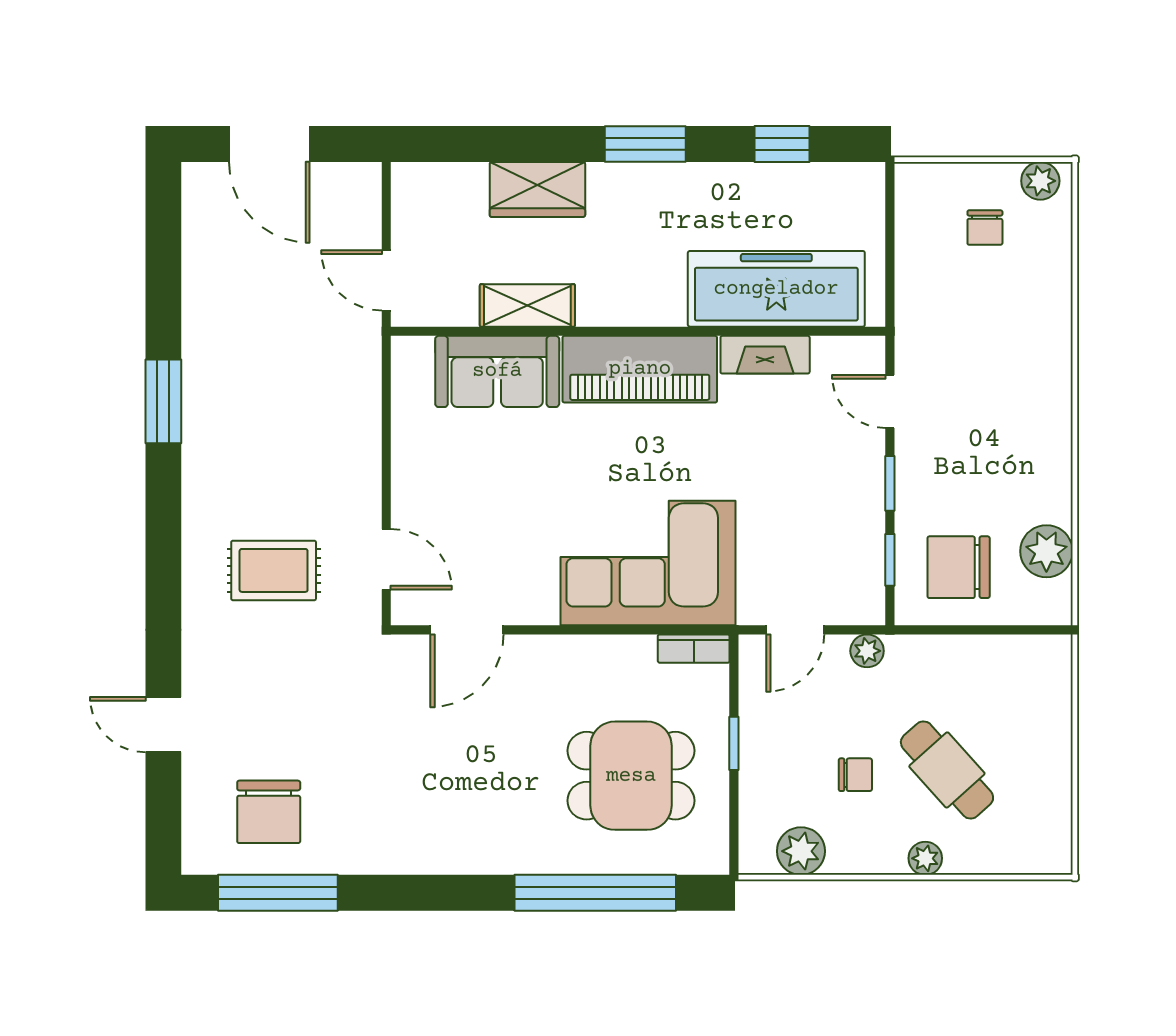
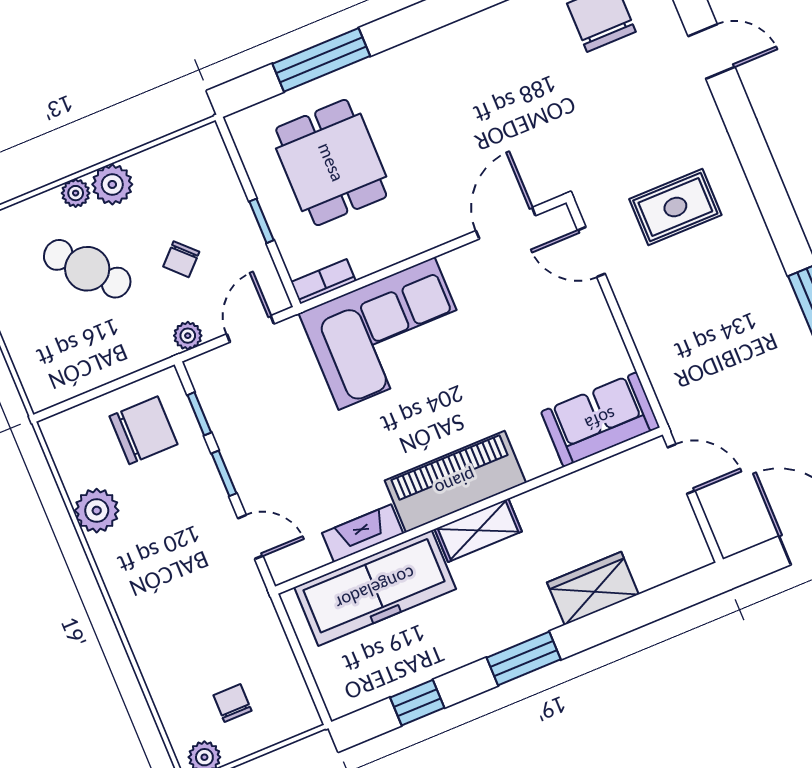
shelving: (527, 305) -> (478, 530), moved
sofa: (497, 371) -> (600, 419), moved
plant: (1046, 551) -> (97, 511), moved
chair: (855, 775) -> (181, 259), moved, turned -45
dining table: (631, 776) -> (331, 162), turned 90
plant: (801, 851) -> (112, 184), moved
window: (595, 893) -> (321, 60), width x0.68

